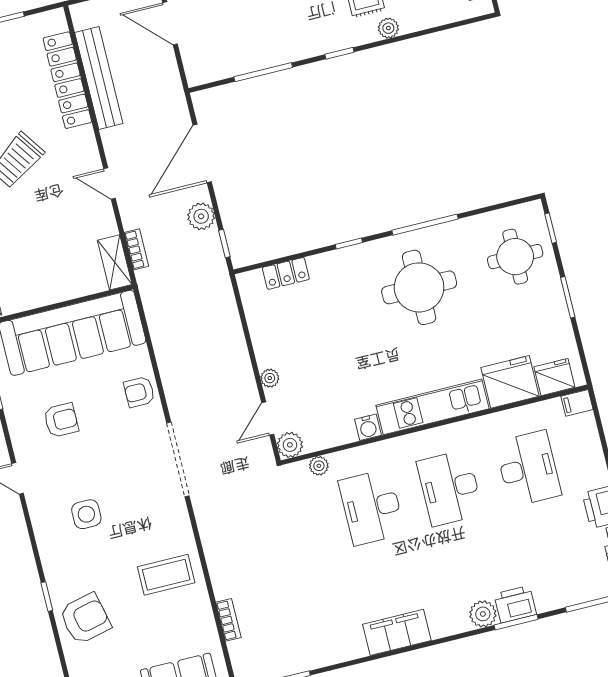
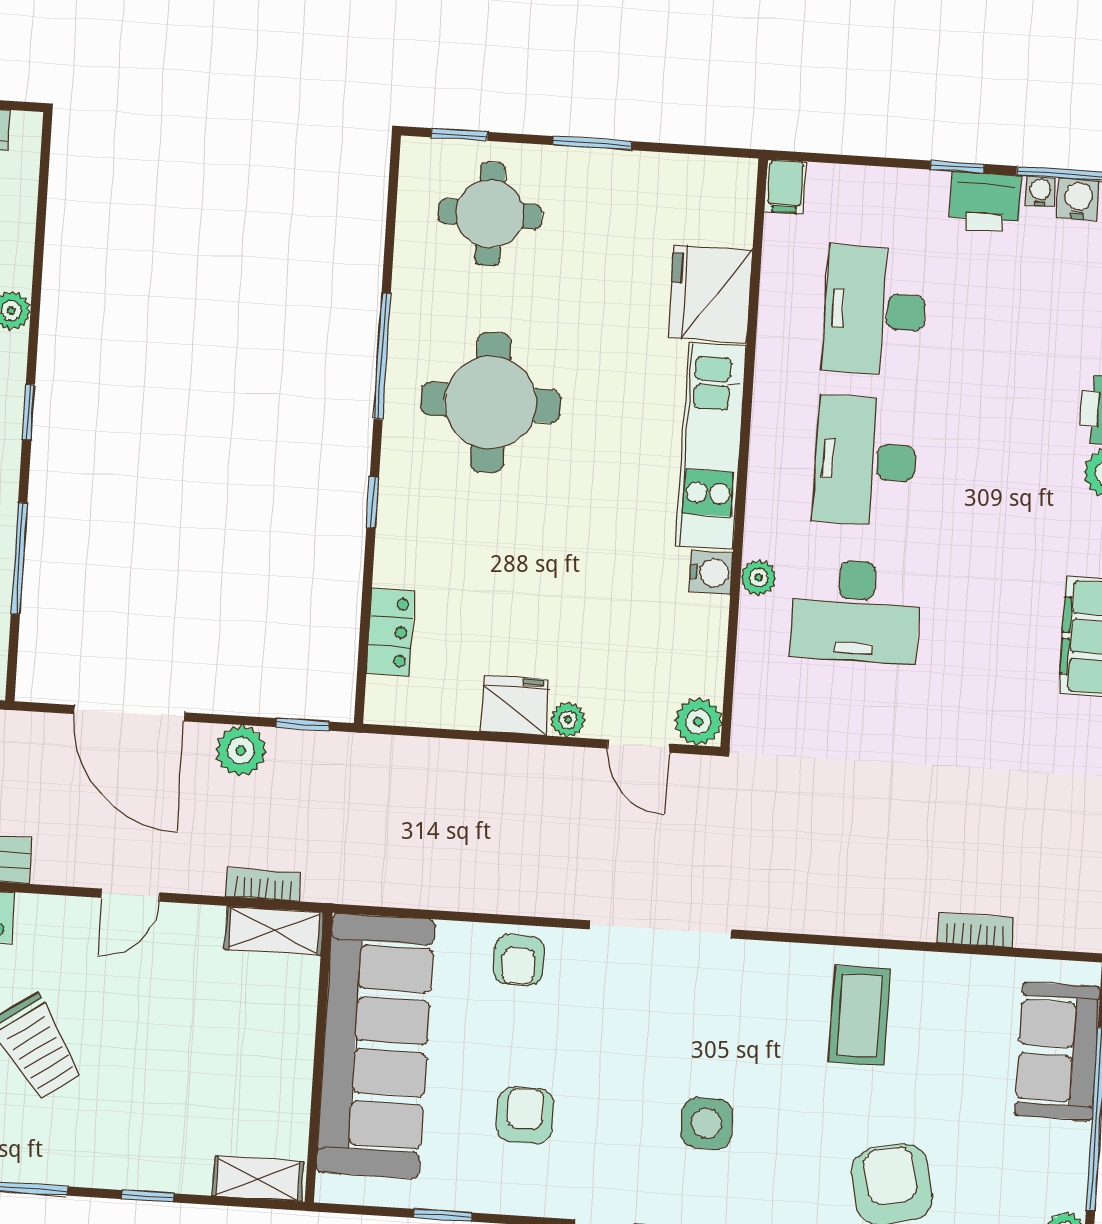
fridge: (554, 377) -> (515, 705), moved, turned 90
plant: (319, 466) -> (758, 578), moved
desk: (528, 469) -> (875, 311), turned -90
desk: (450, 488) -> (865, 461), turned 90

